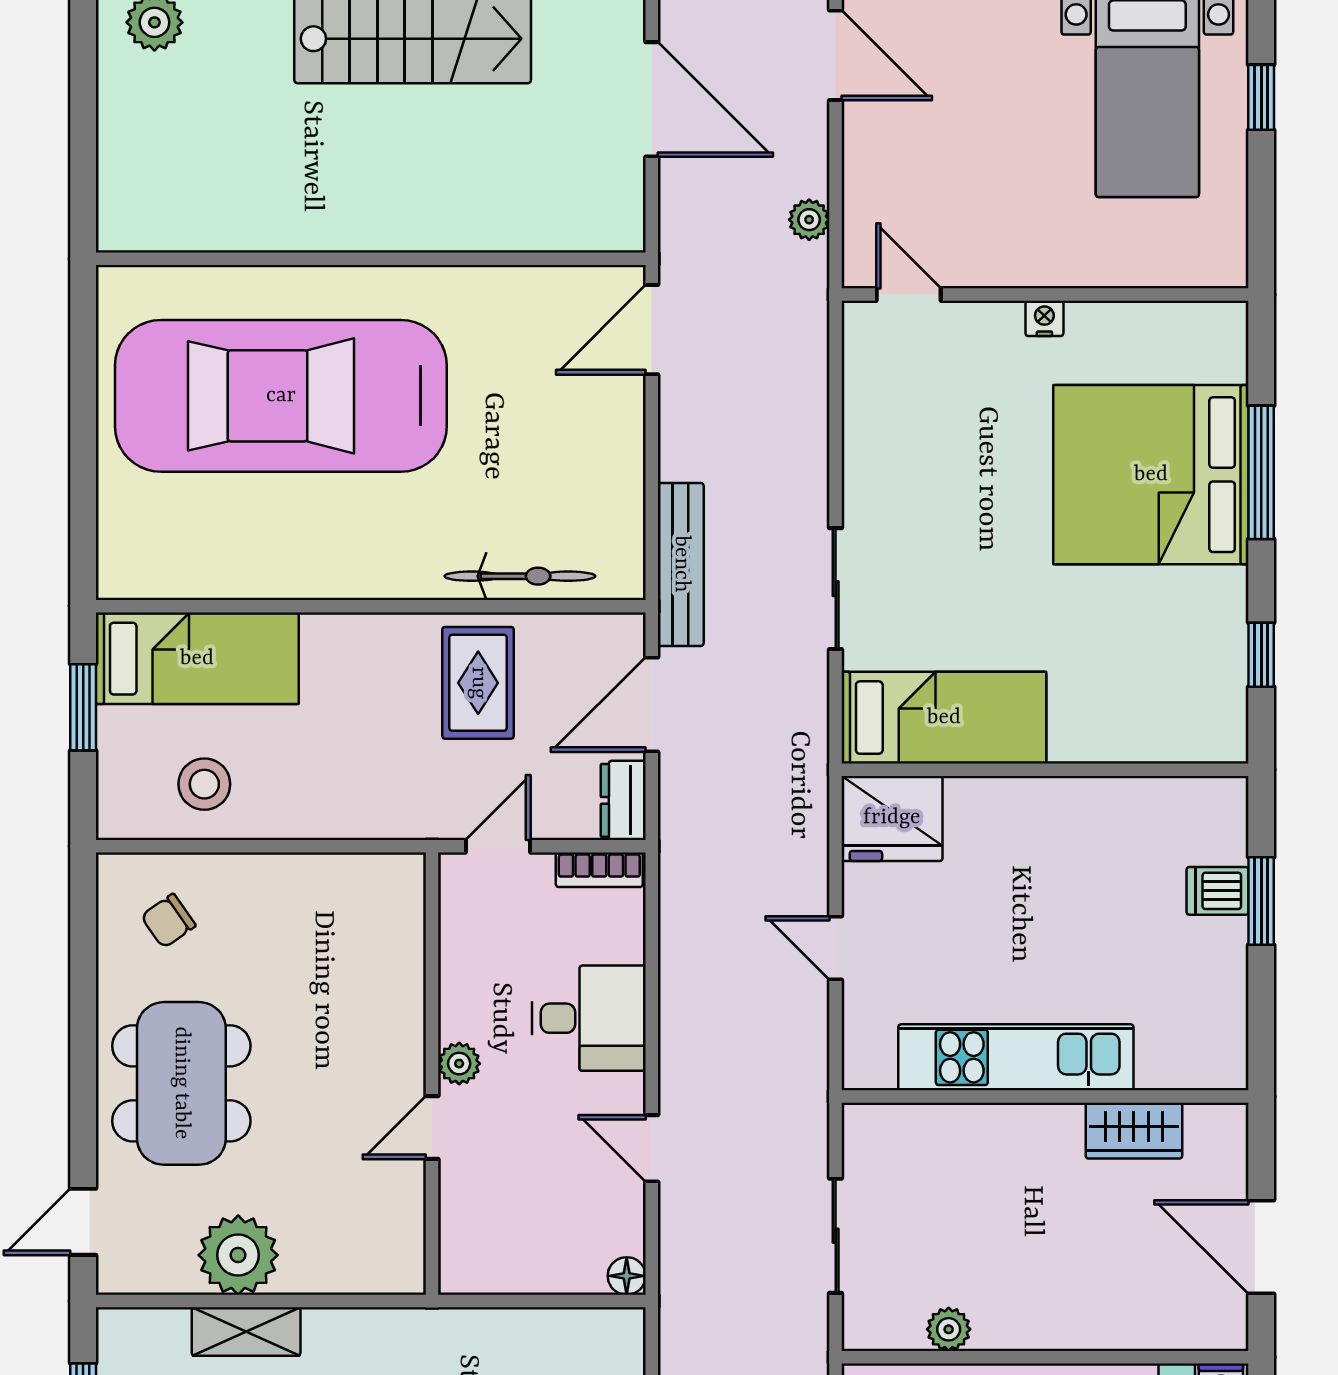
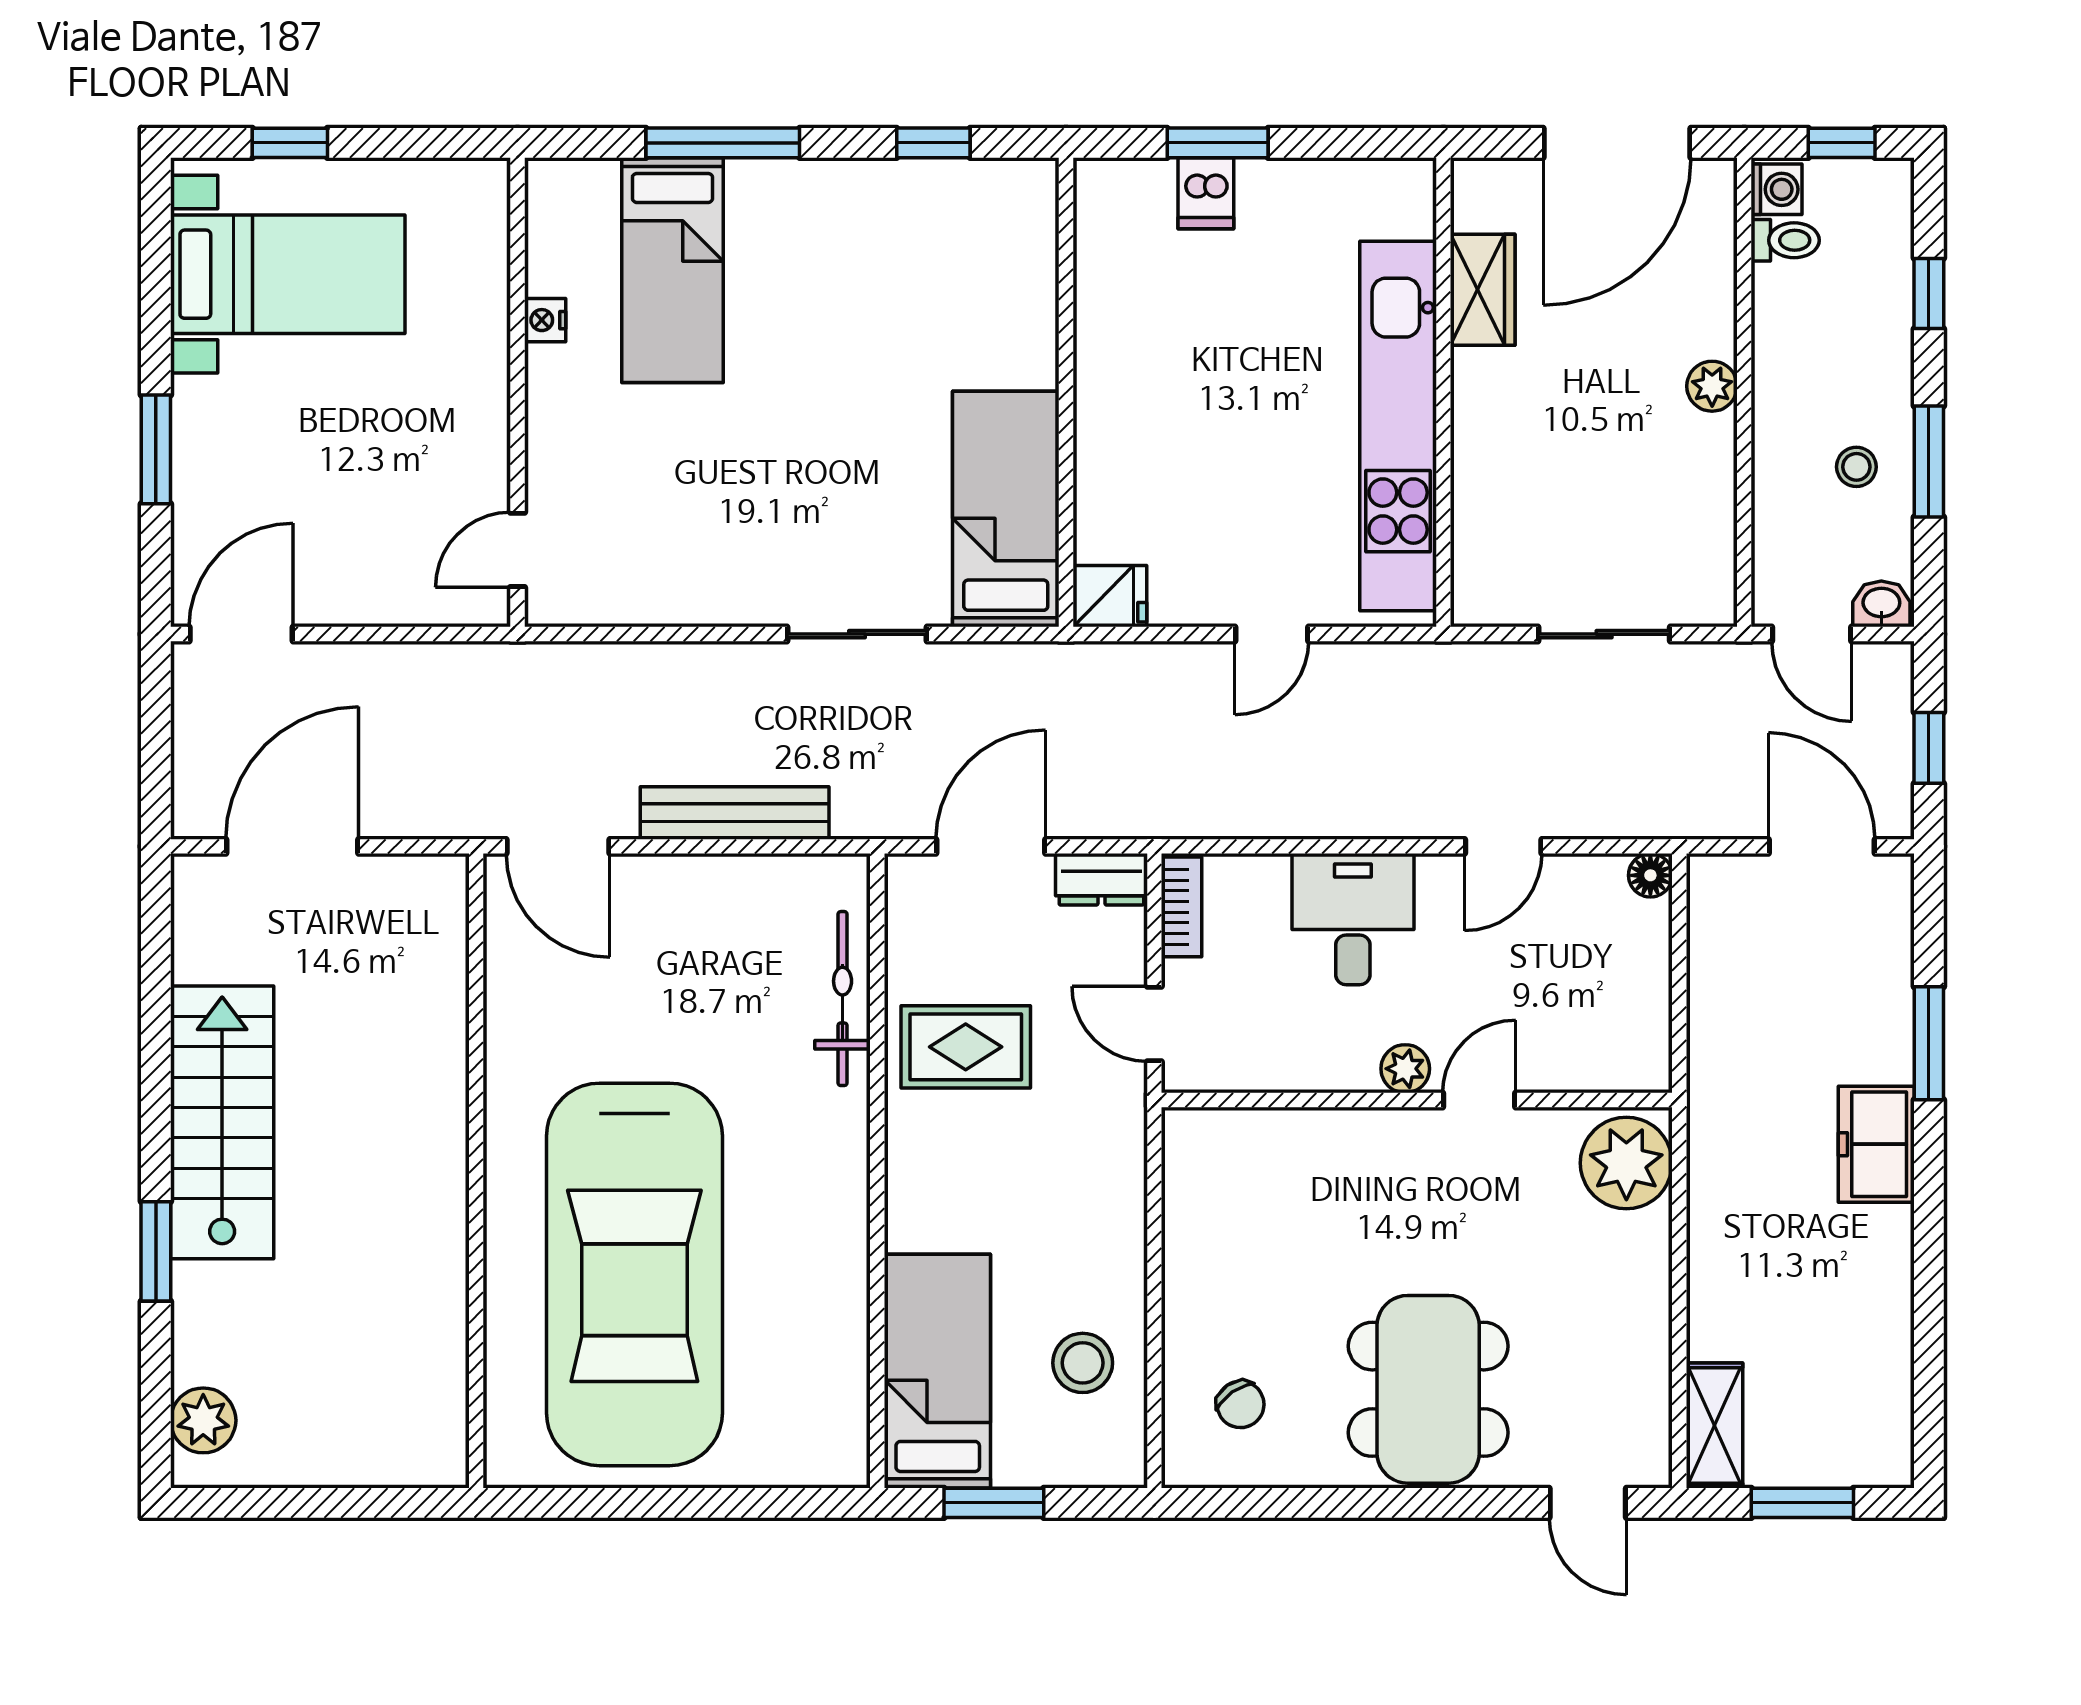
plant: (809, 220) -> (431, 665), removed
nightstand: (1044, 318) -> (545, 320), moved
bed: (1151, 475) -> (672, 270), width x0.49
bench: (681, 564) -> (735, 813), moved
door: (652, 705) -> (991, 846), swing flipped
fridge: (892, 818) -> (1110, 596), width x0.53, depth x0.75
kitchen unit: (1016, 1057) -> (1398, 426), width x1.36
dining table: (181, 1083) -> (1428, 1389), turned 90
door: (432, 1128) -> (1479, 1100), swing flipped
door: (1261, 1247) -> (1617, 143), width x1.36
plant: (238, 1255) -> (1626, 1163), moved
plant: (949, 1329) -> (1712, 386), moved
shelving: (246, 1331) -> (1715, 1426), moved

